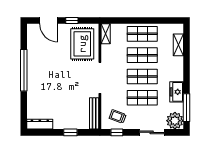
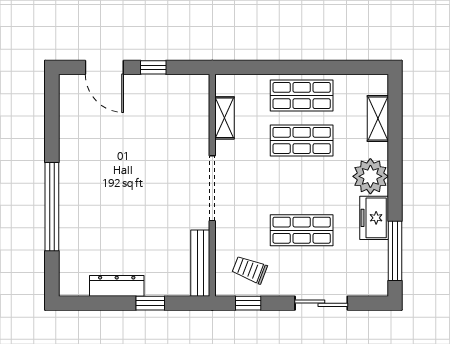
shelving: (106, 34) -> (225, 118), moved
rug: (82, 44) -> (175, 117), removed
window: (24, 70) -> (52, 207), moved
shop shelf: (142, 76) -> (302, 185), removed
plant: (175, 121) -> (370, 176), moved
dresser: (40, 124) -> (117, 286), moved

